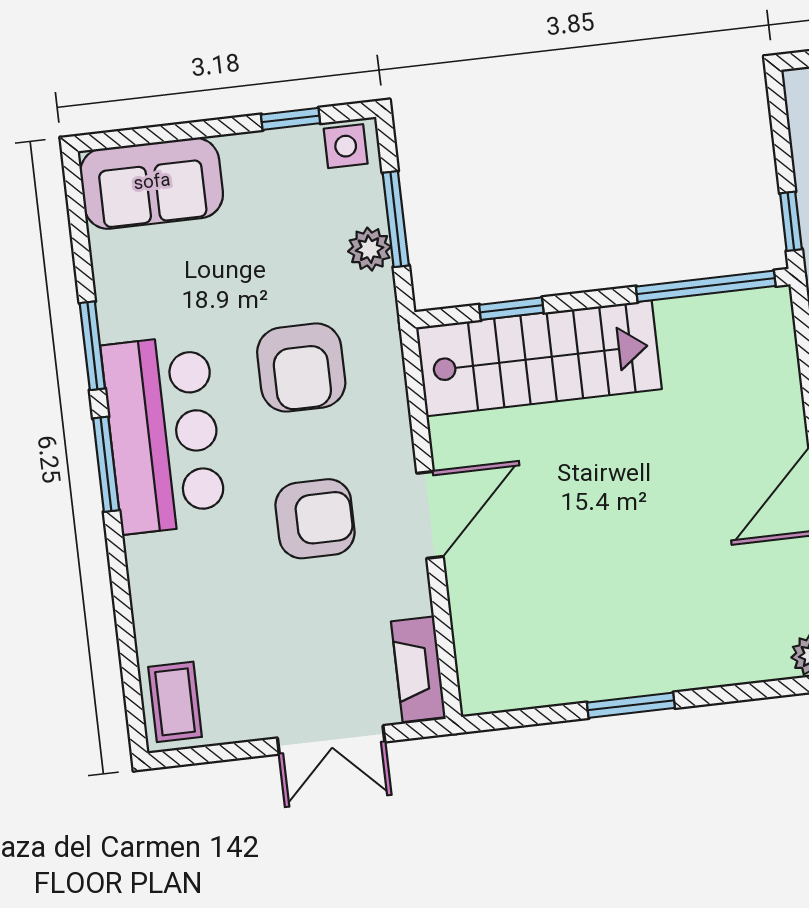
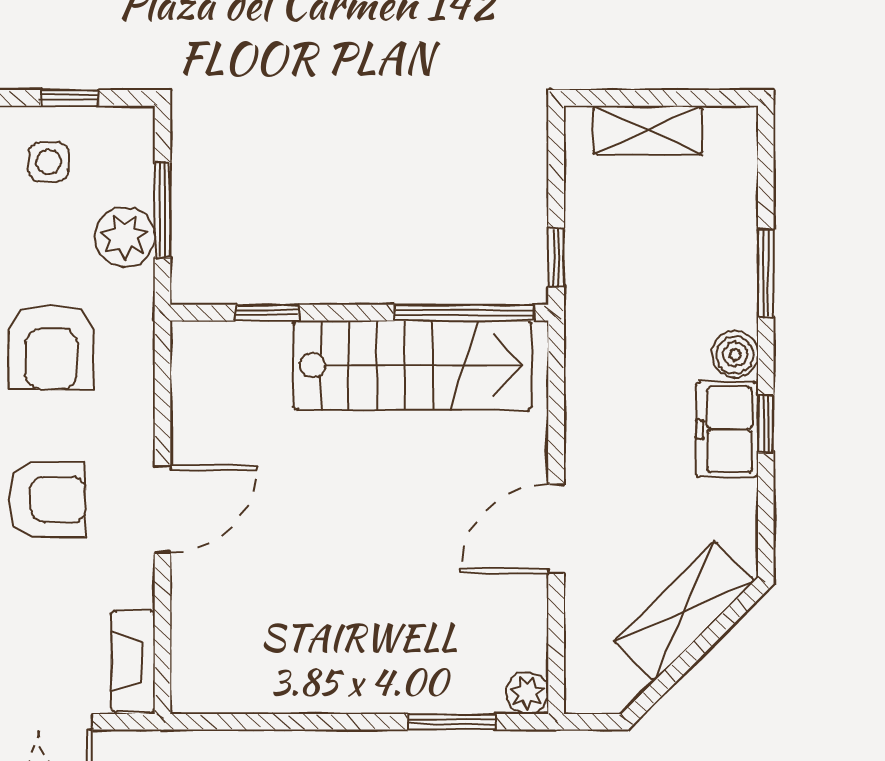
side table: (346, 146) -> (48, 162), moved
plant: (370, 249) -> (125, 237), width x1.38, depth x1.38
stairs: (539, 358) -> (412, 365), moved
window: (631, 705) -> (451, 722), moved

